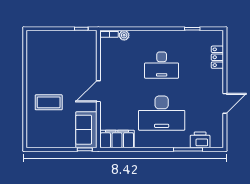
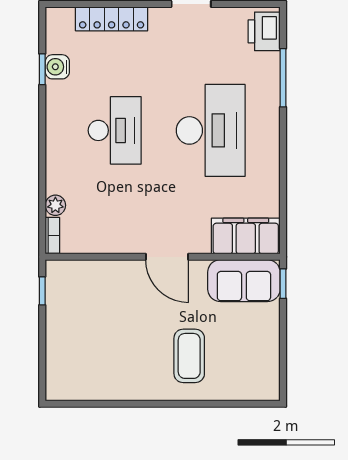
water cooler: (193, 36) -> (57, 67), added
locker: (217, 57) -> (112, 19), width x1.53
filing cabinet: (117, 139) -> (246, 236), moved, turned 90
printer: (200, 140) -> (264, 31), moved

